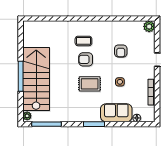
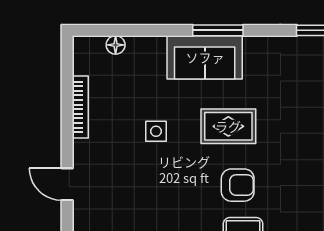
armchair: (121, 51) -> (154, 205), removed
sofa: (116, 113) -> (205, 57), moved

